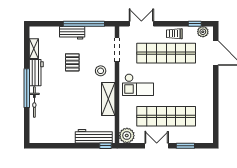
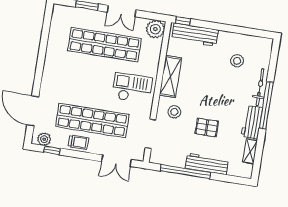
workbench: (72, 33) -> (207, 164), width x1.37
pallet: (72, 62) -> (207, 128), turned 90
stool: (56, 120) -> (237, 61), added

